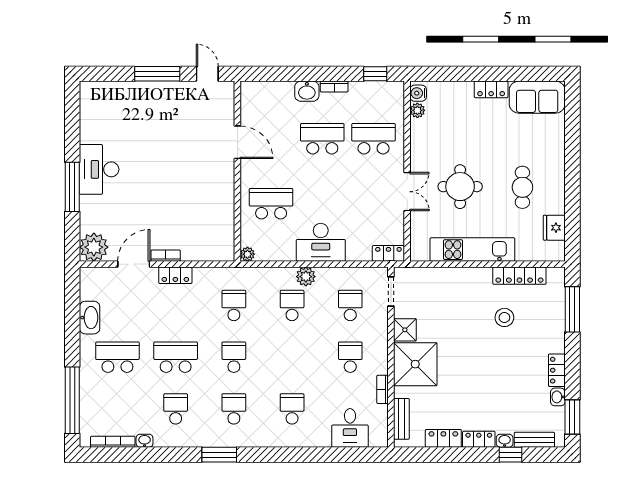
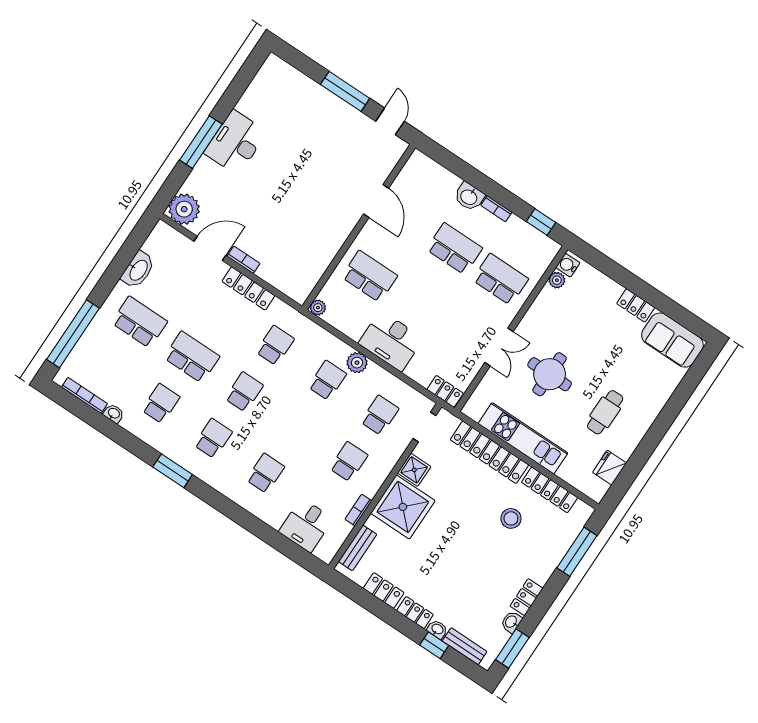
locker: (175, 275) -> (248, 288), width x1.53
locker: (454, 278) -> (489, 452), added

